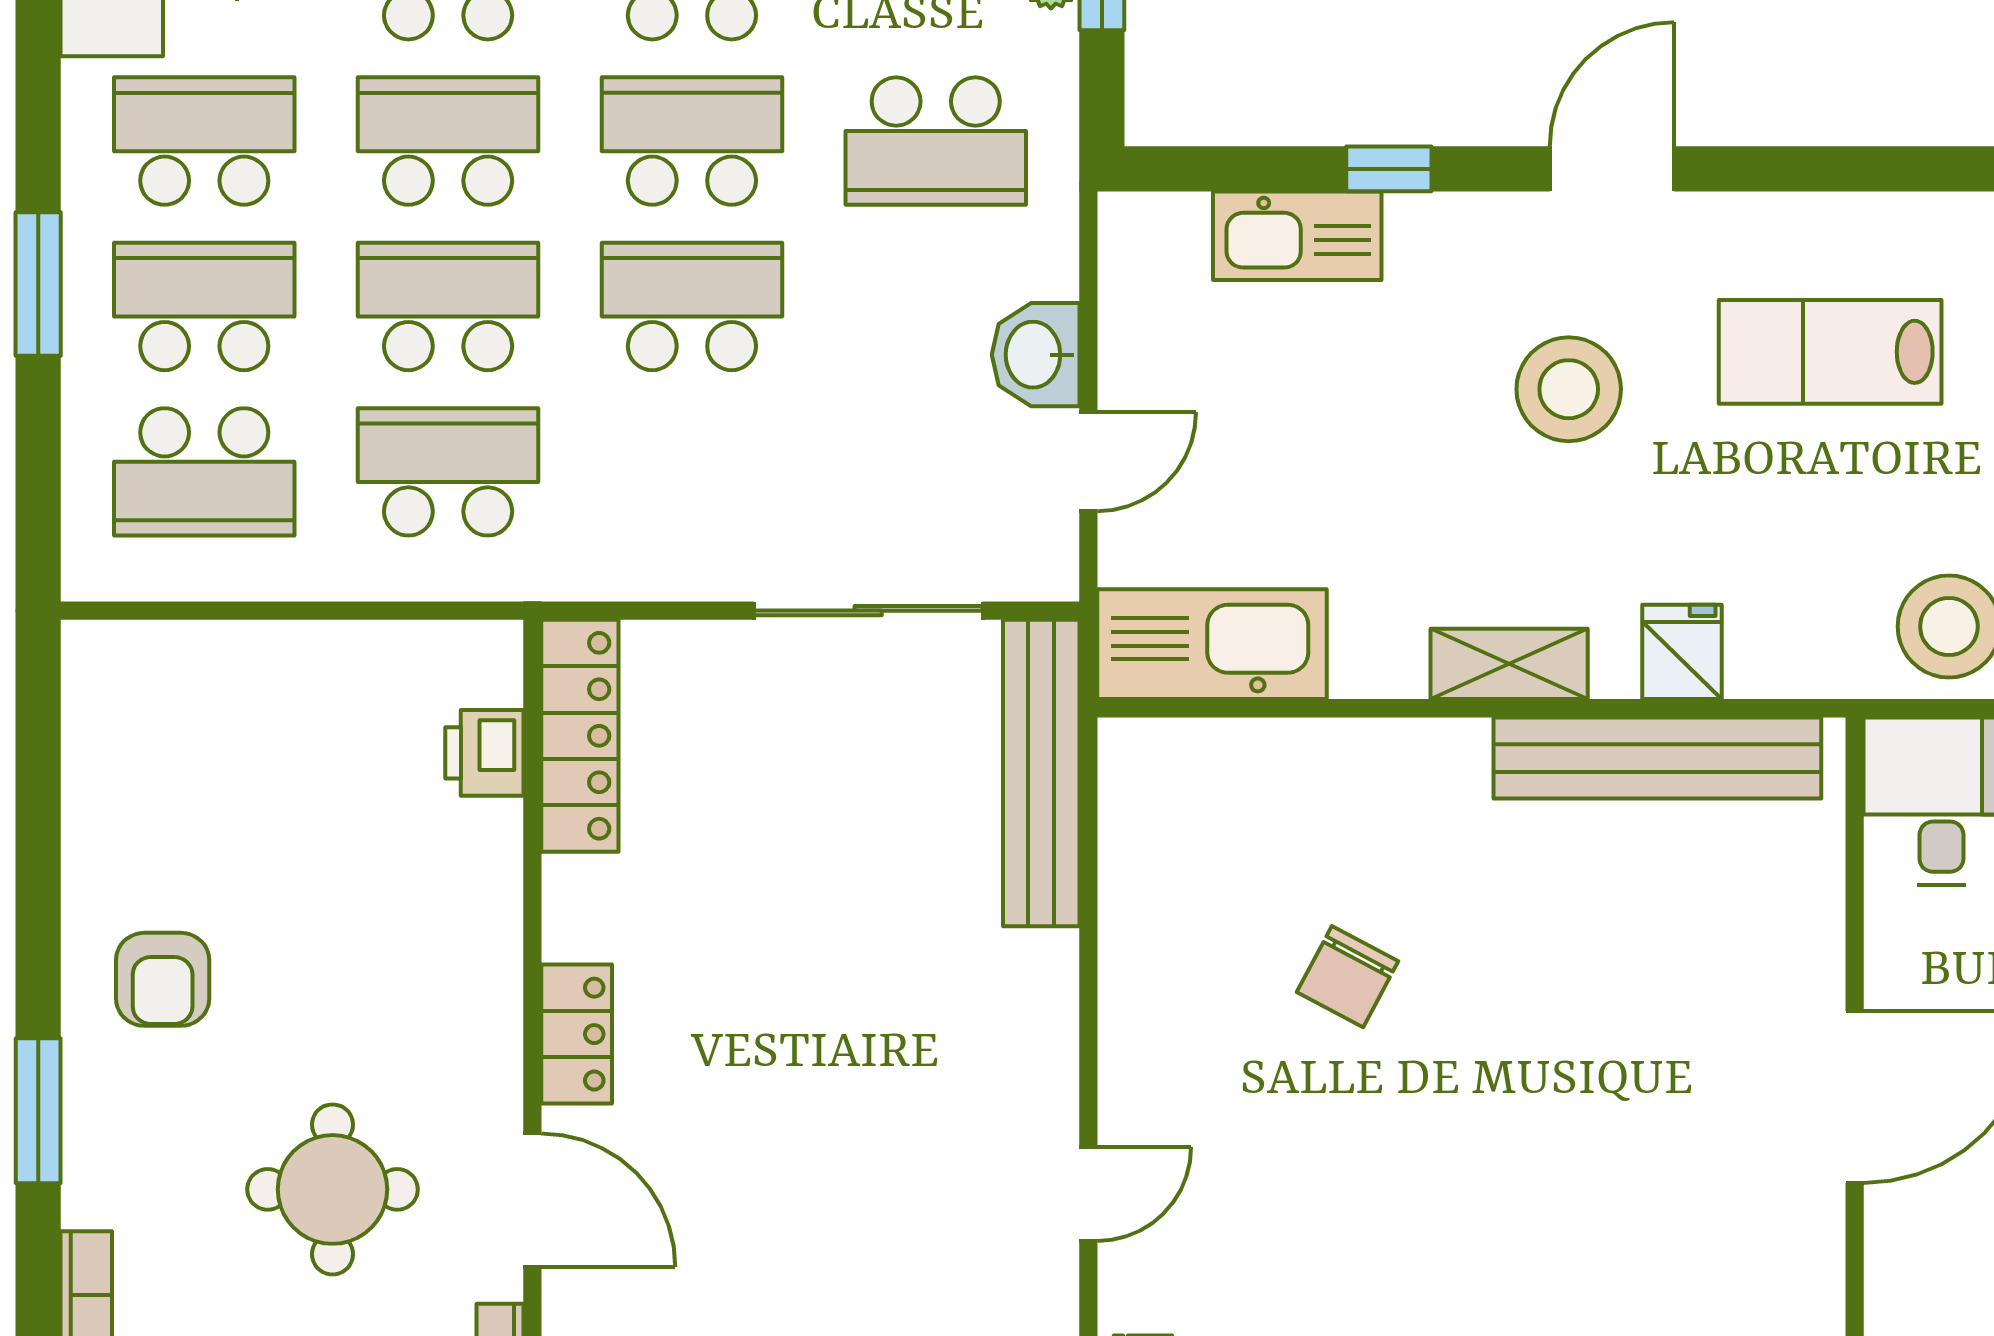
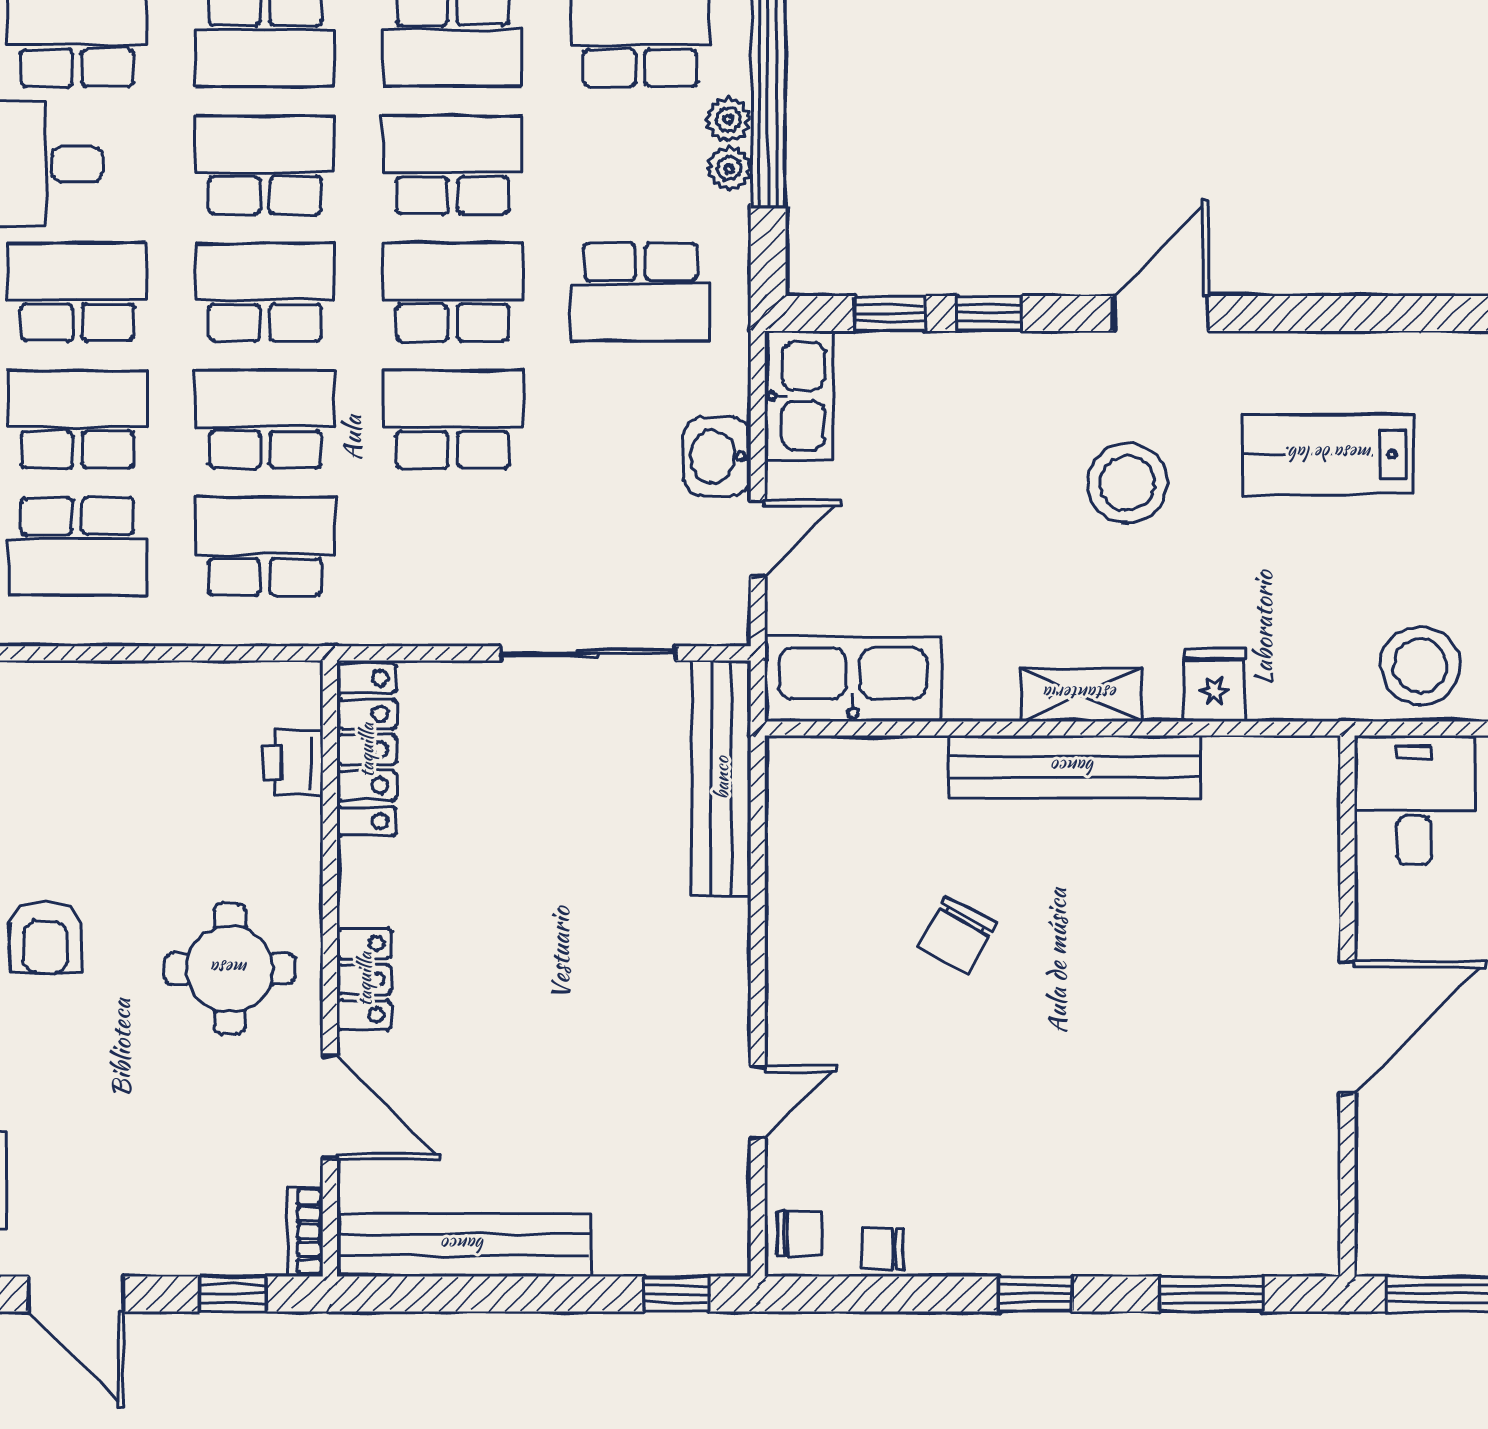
window: (1260, 169) -> (890, 313), added
kitchen sink: (1297, 236) -> (799, 396), moved, turned -90
bench: (1657, 758) -> (1074, 767), moved
round table: (332, 1189) -> (230, 969), moved

